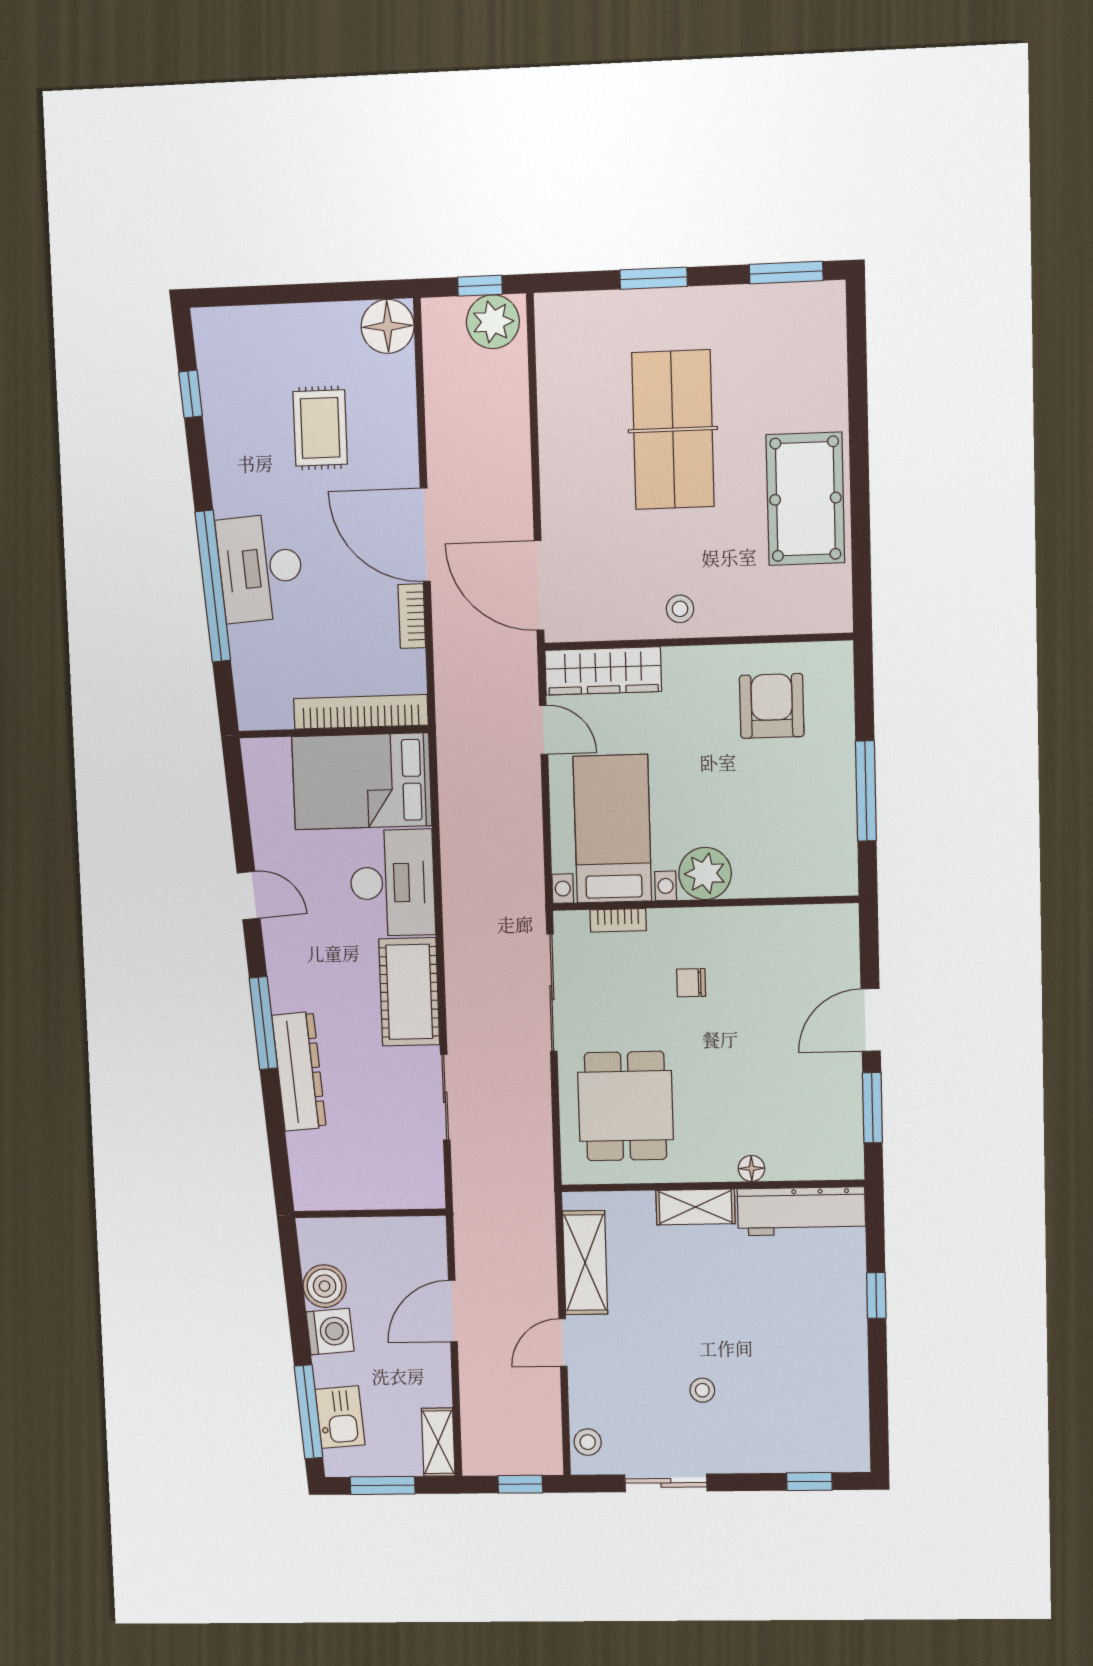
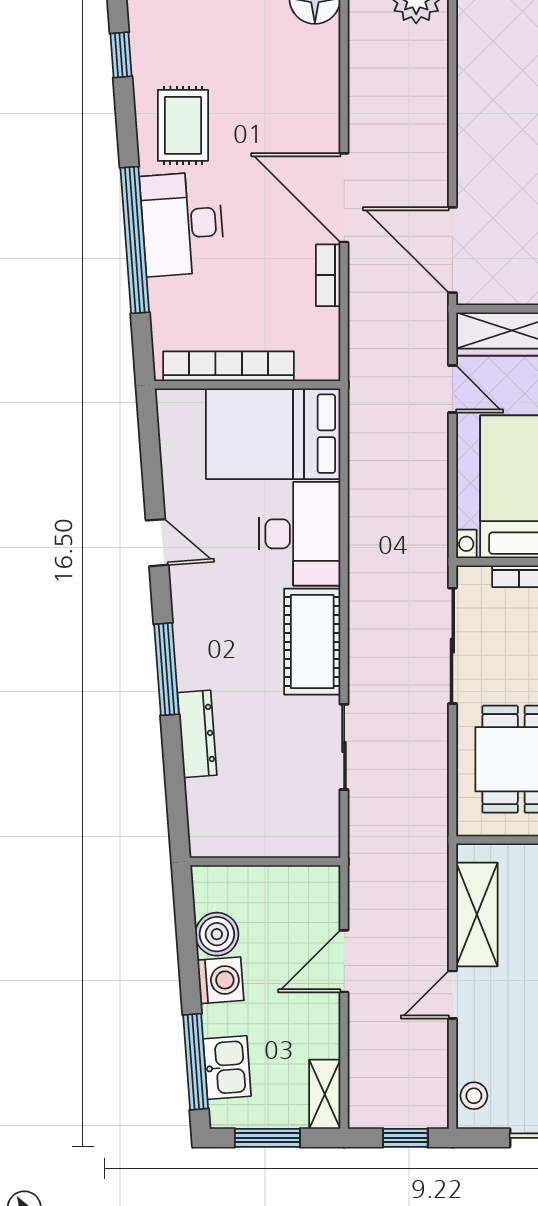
rug: (320, 428) -> (183, 125), moved
bookcase: (361, 712) -> (228, 366), moved
dresser: (299, 1071) -> (197, 734), width x0.73, depth x0.80

